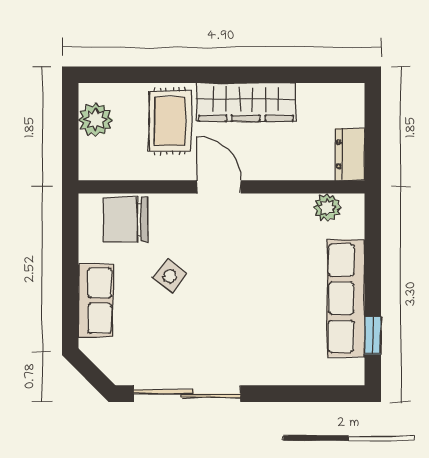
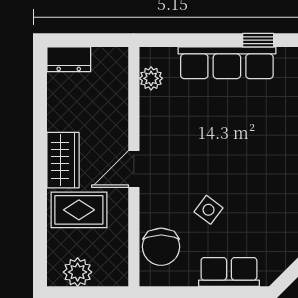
wardrobe: (246, 102) -> (63, 160), width x0.67
dresser: (350, 154) -> (69, 59), moved

